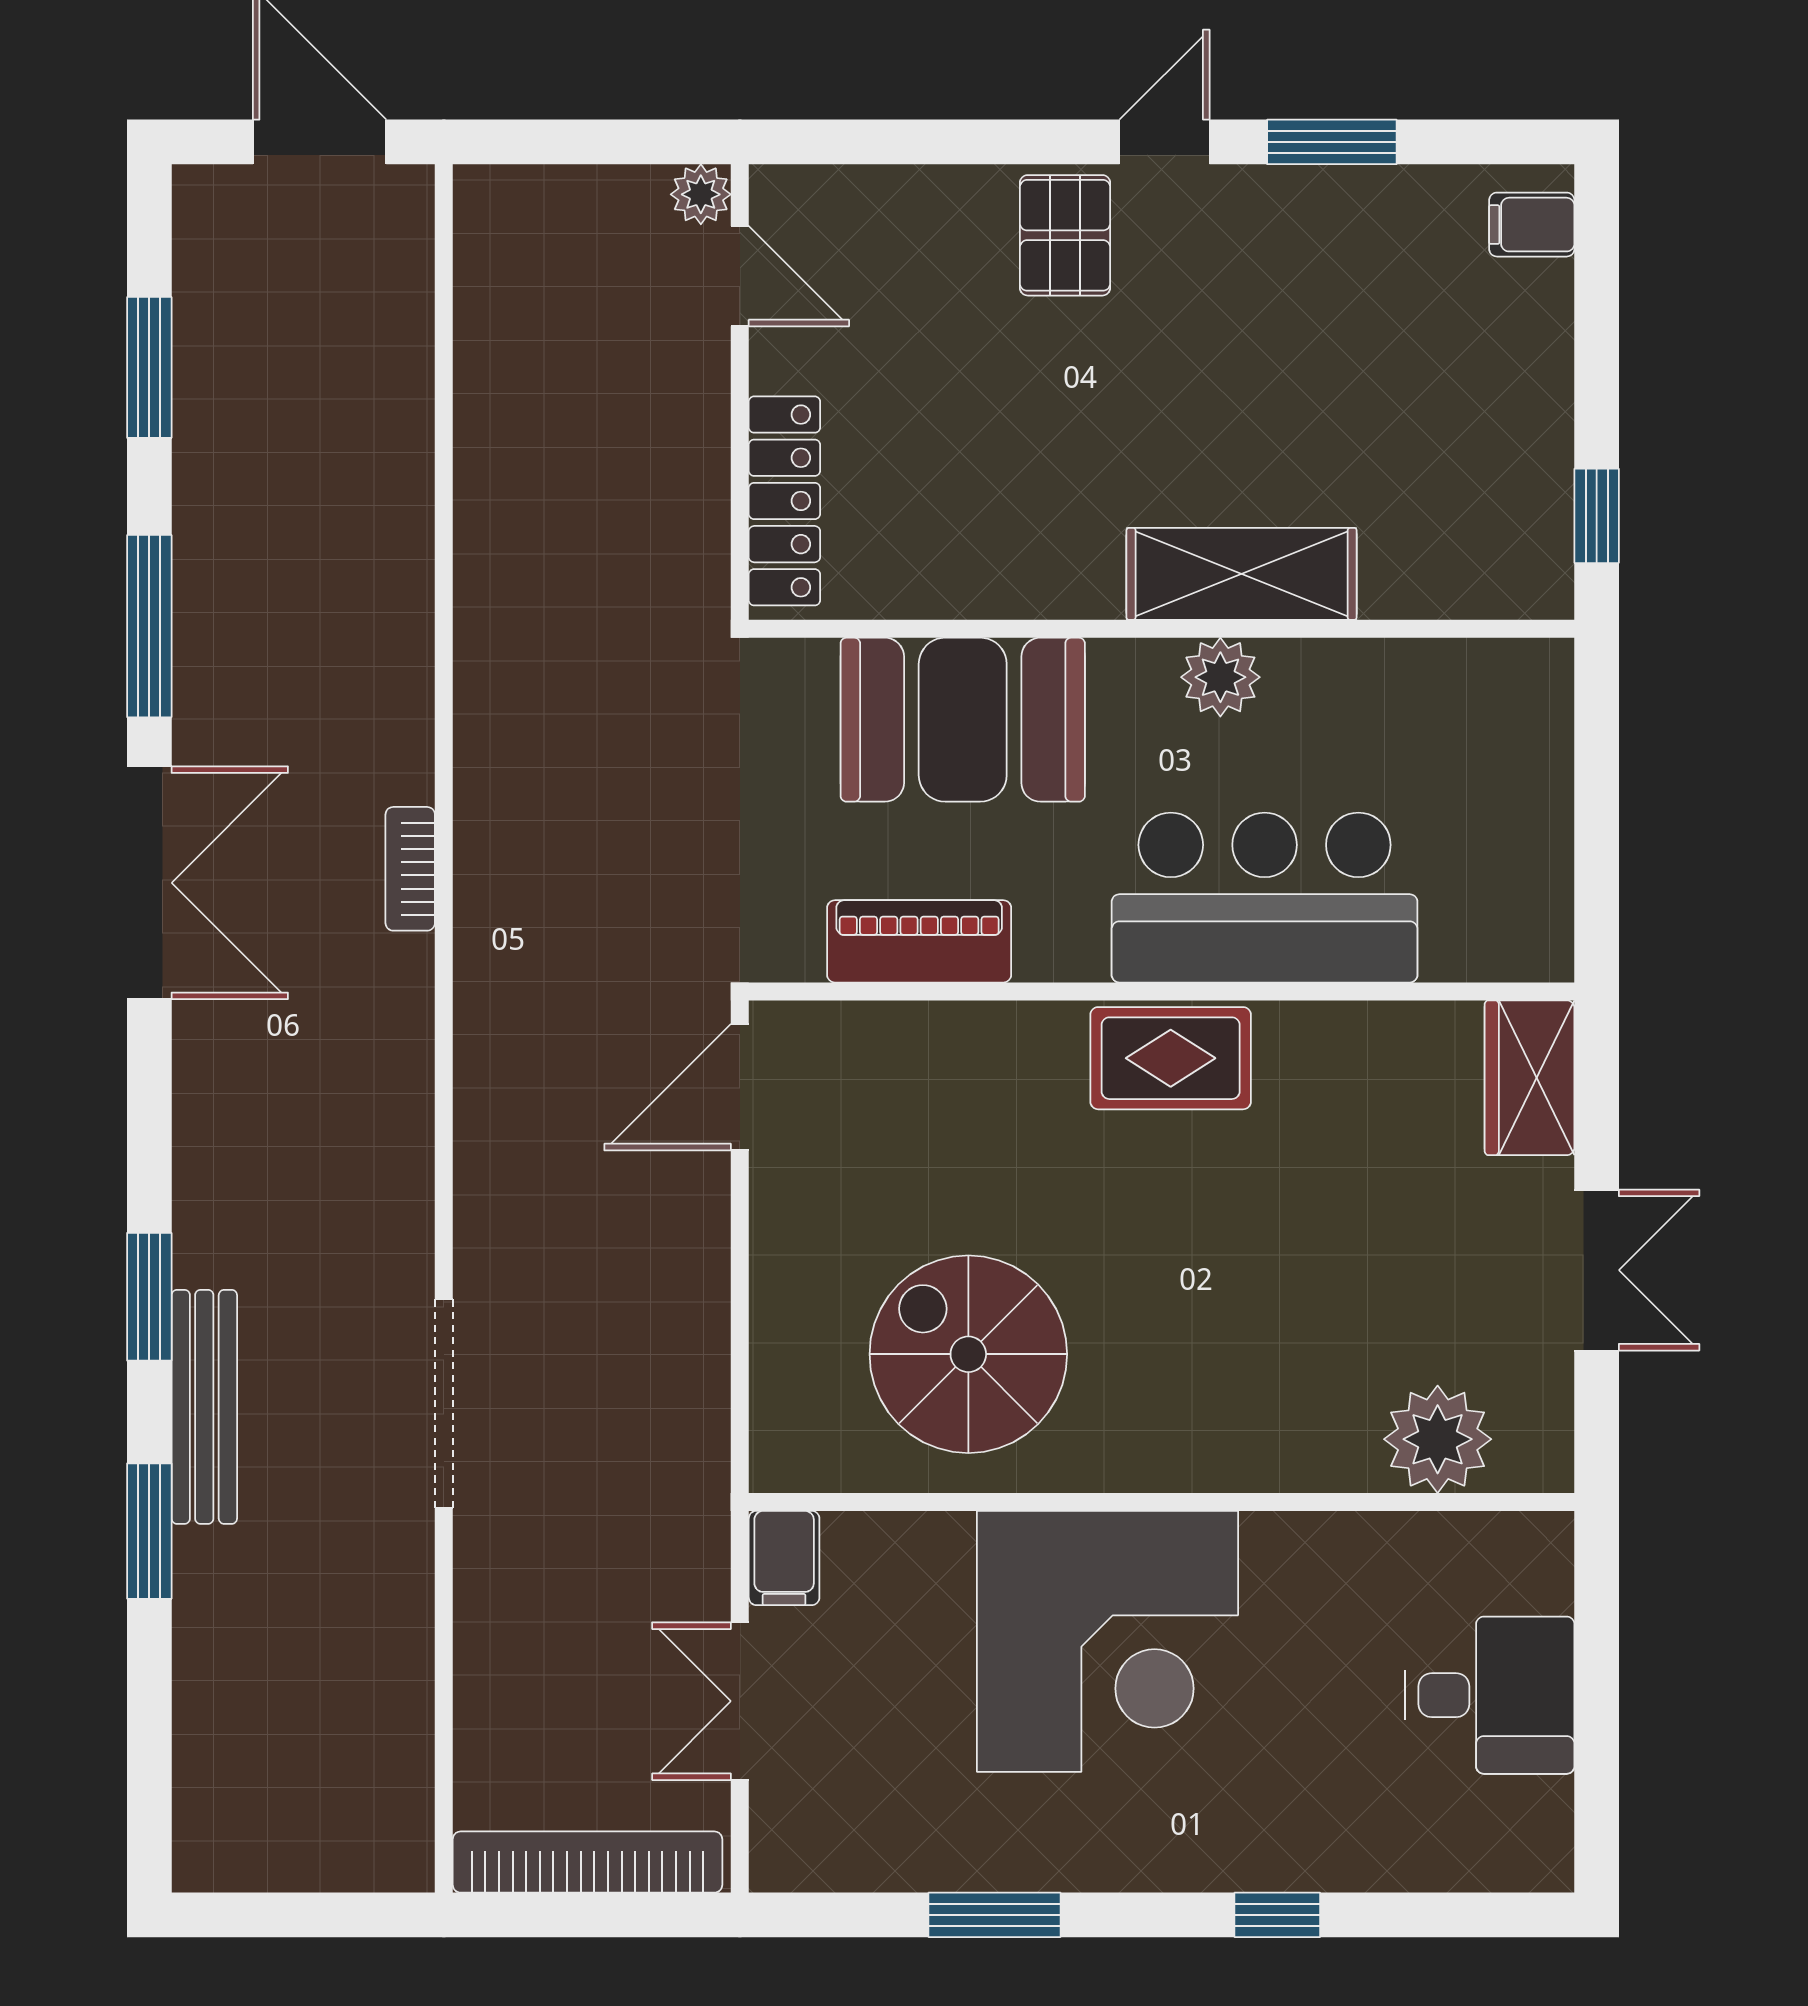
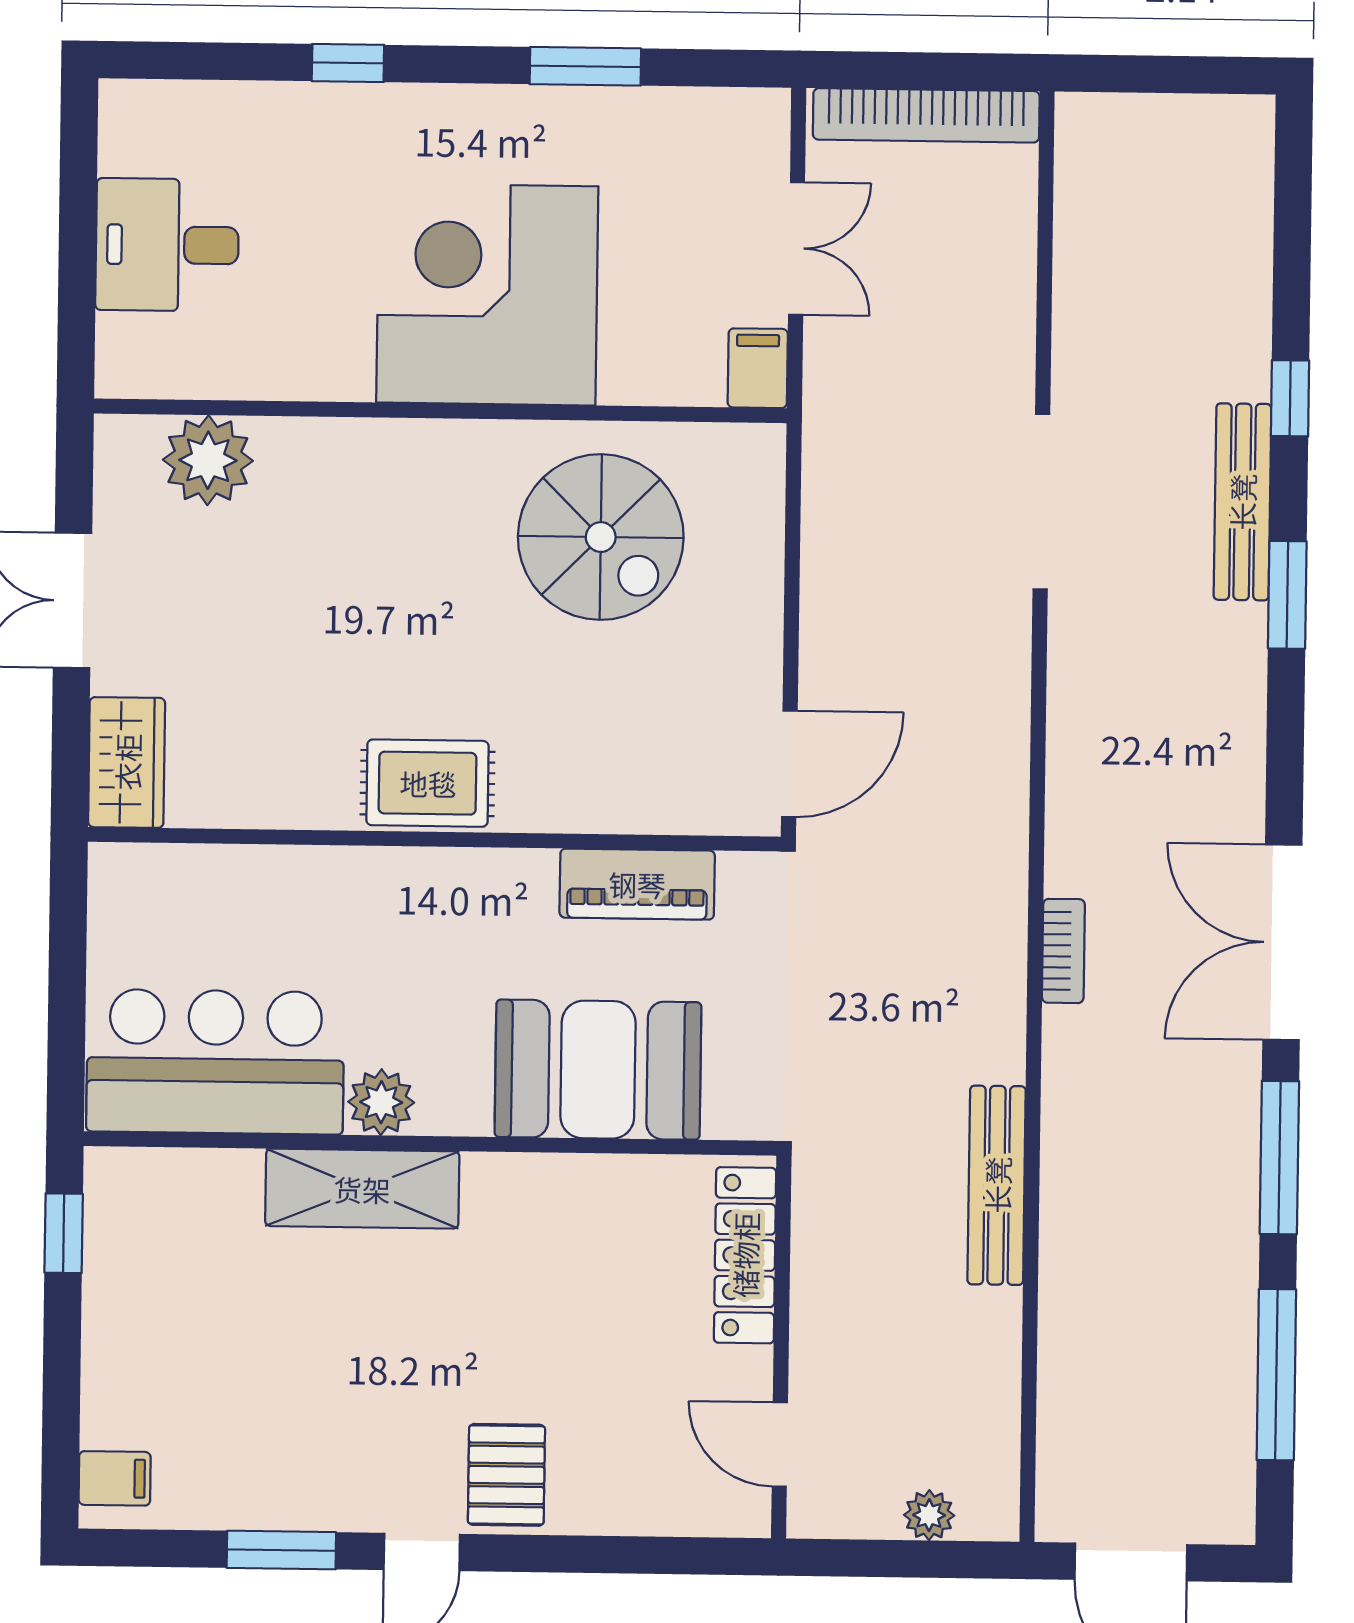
plant: (701, 194) -> (929, 1515), moved
window: (149, 367) -> (1276, 1375), width x1.44
bench: (486, 588) -> (997, 1185), added
bar counter: (1265, 898) -> (215, 1062), moved, turned 180
window: (149, 1531) -> (1290, 398), width x0.67

